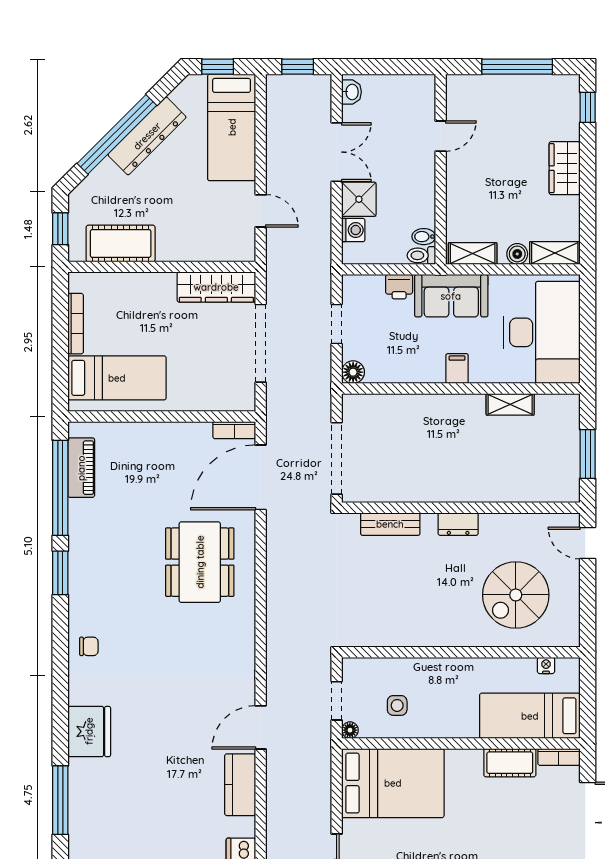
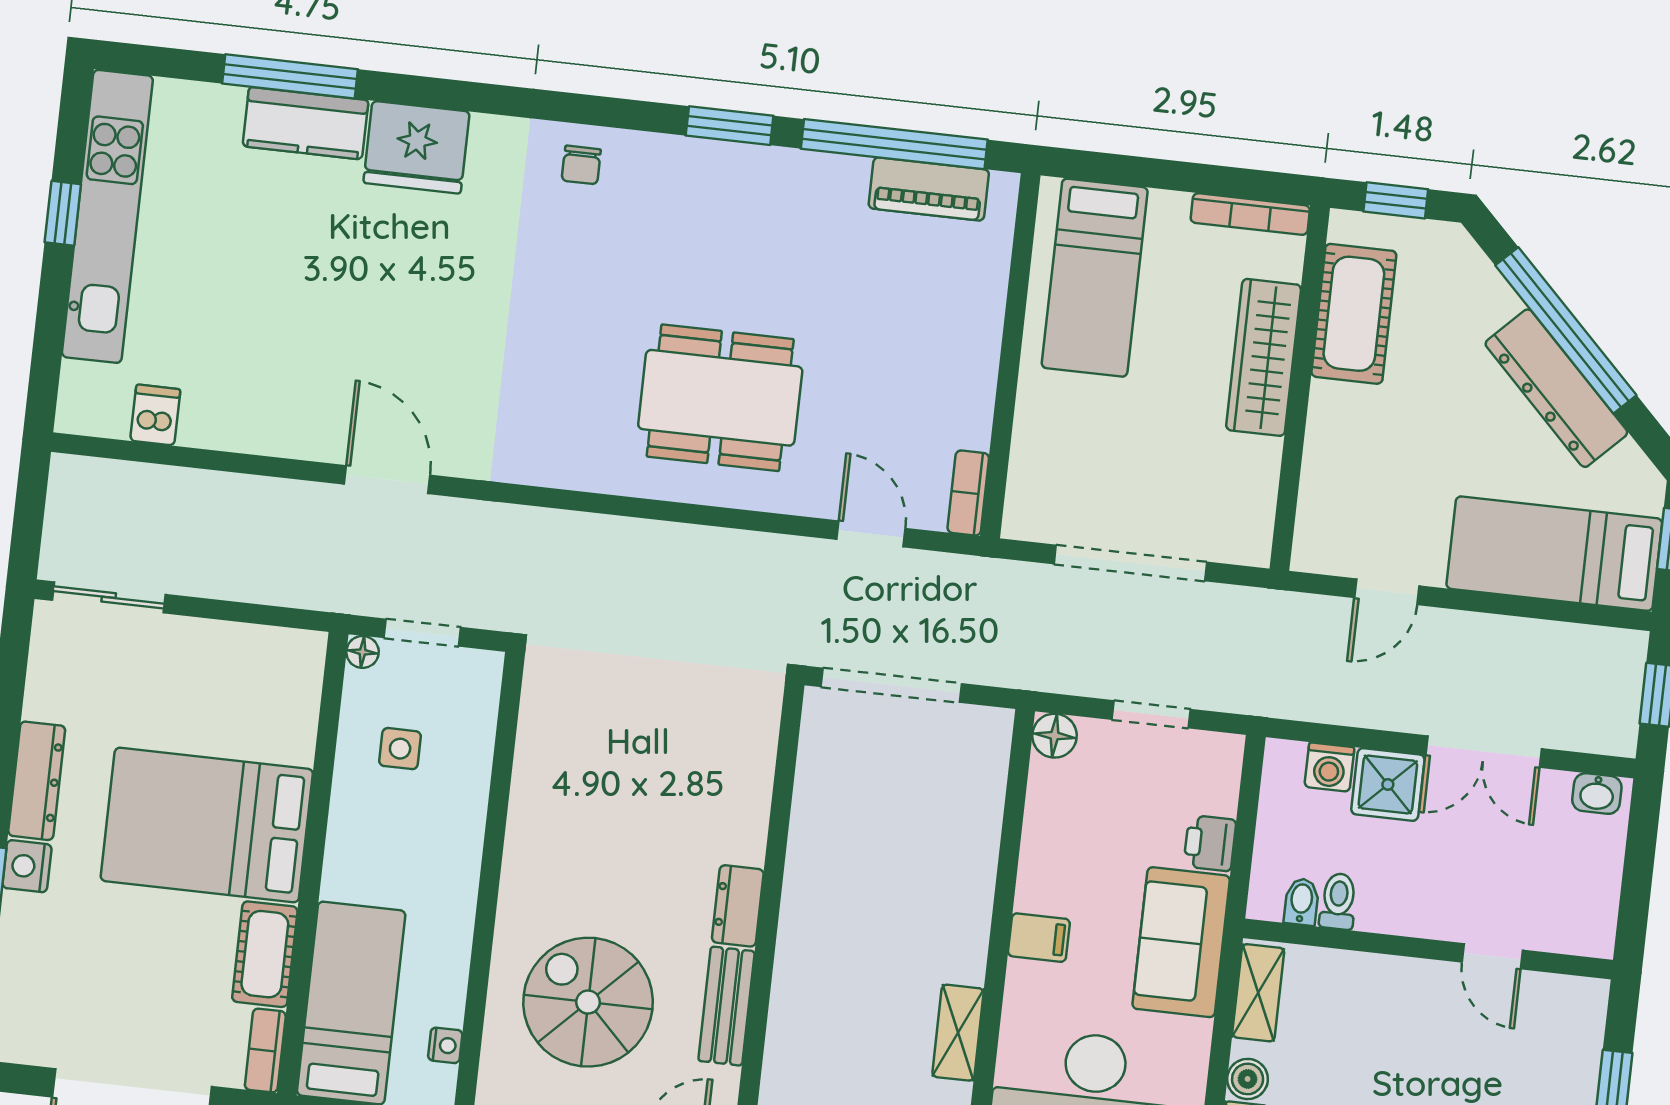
toilet: (421, 255) -> (1338, 901), moved
wardrobe: (216, 287) -> (1264, 357), moved
bookcase: (76, 324) -> (1250, 214), moved
door: (261, 477) -> (871, 534), width x0.53
bench: (390, 524) -> (726, 1006), moved
bed: (393, 783) -> (207, 825), moved, turned 90
kitchen counter: (240, 785) -> (305, 123), moved, turned 180

